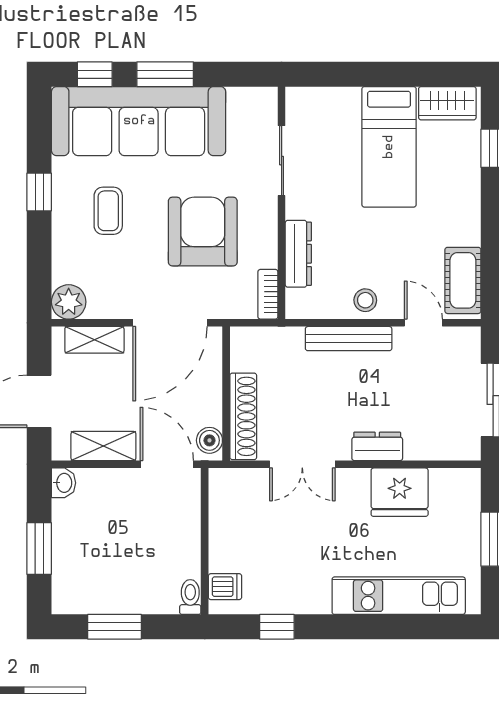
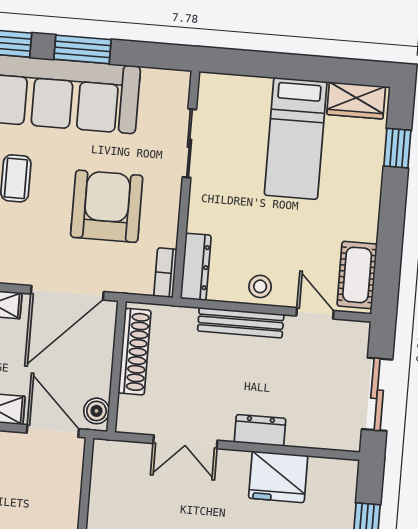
dresser: (298, 254) -> (196, 267), moved
shoe rack: (243, 416) -> (135, 352), moved

